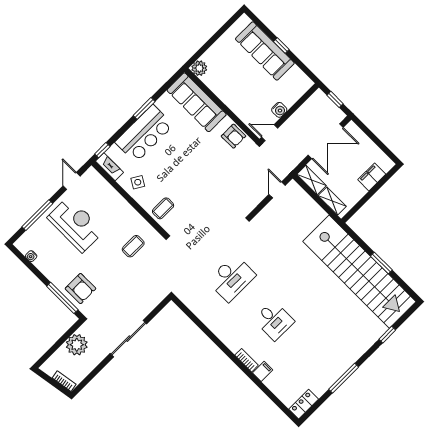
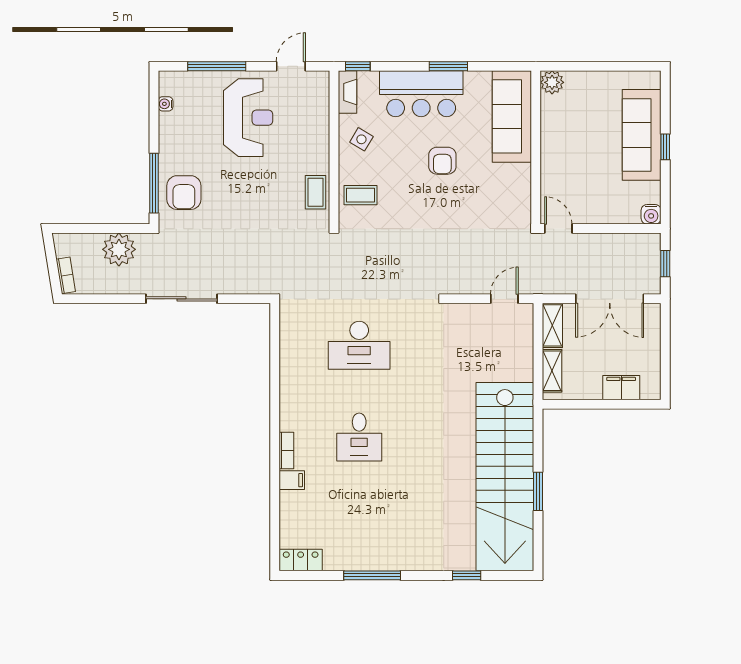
water cooler: (279, 110) -> (651, 214), moved
armchair: (234, 136) -> (442, 161), moved
coffee table: (133, 246) -> (316, 192), moved, turned 90

